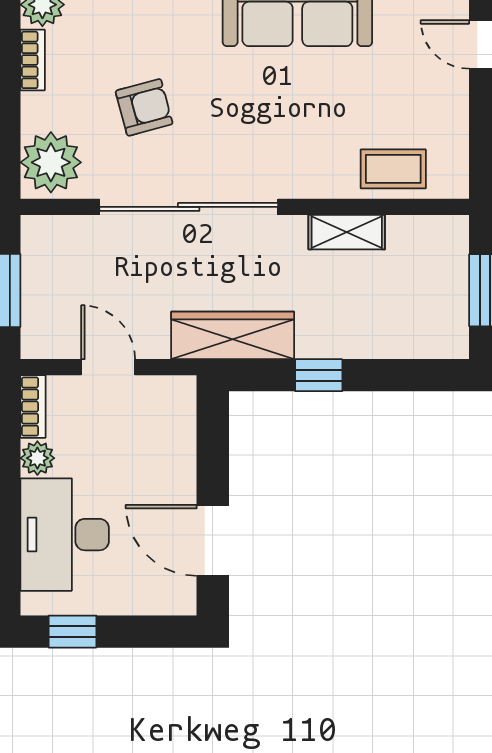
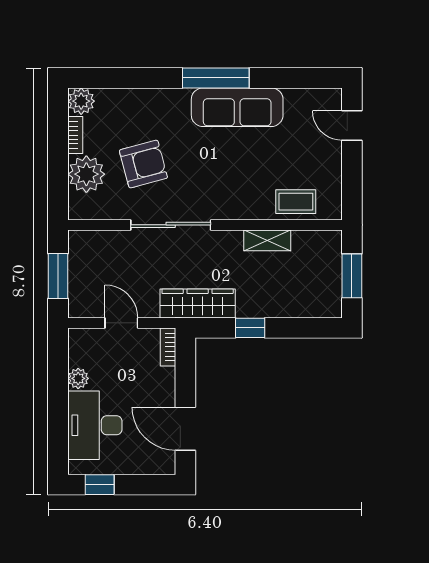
armchair: (144, 107) -> (143, 164), width x1.38, depth x1.38
plant: (51, 162) -> (86, 174), moved
sliding door: (189, 207) -> (171, 225), width x0.73
bookcase: (33, 407) -> (168, 347), moved, turned 180

